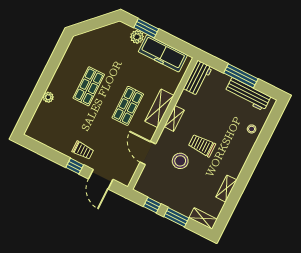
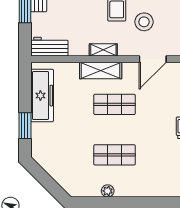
plant: (137, 37) -> (39, 131), removed
plant: (48, 97) -> (108, 191), moved

